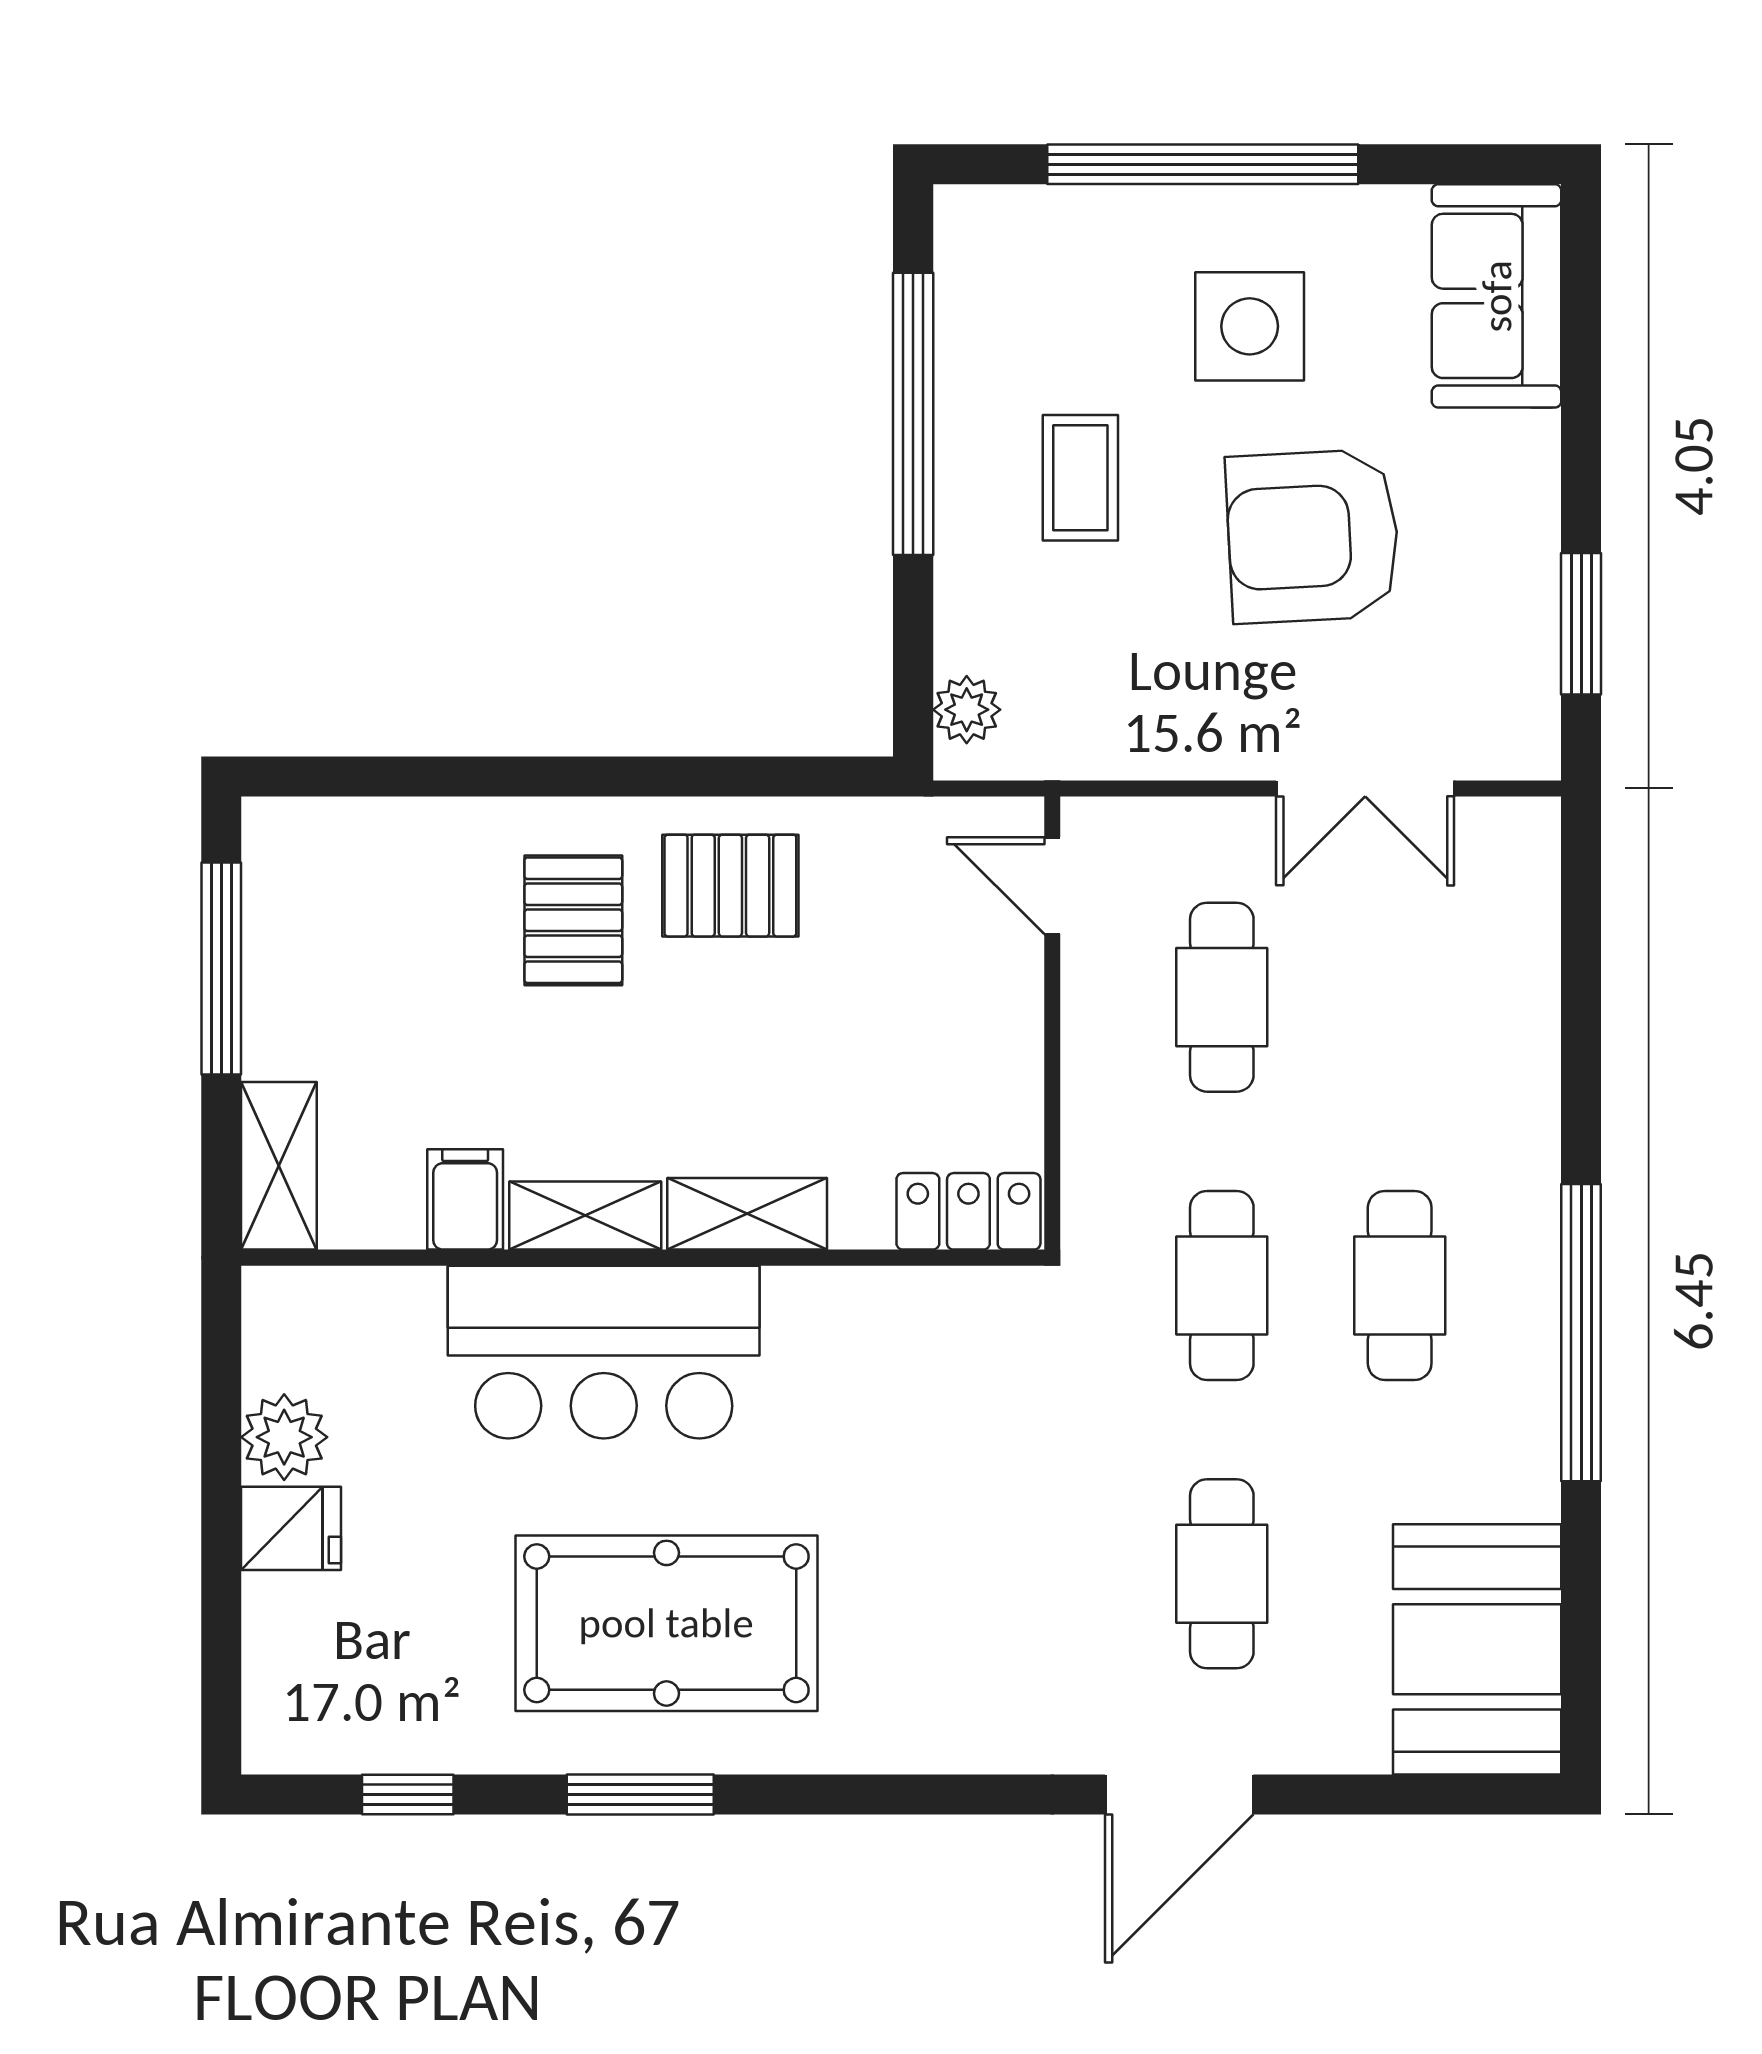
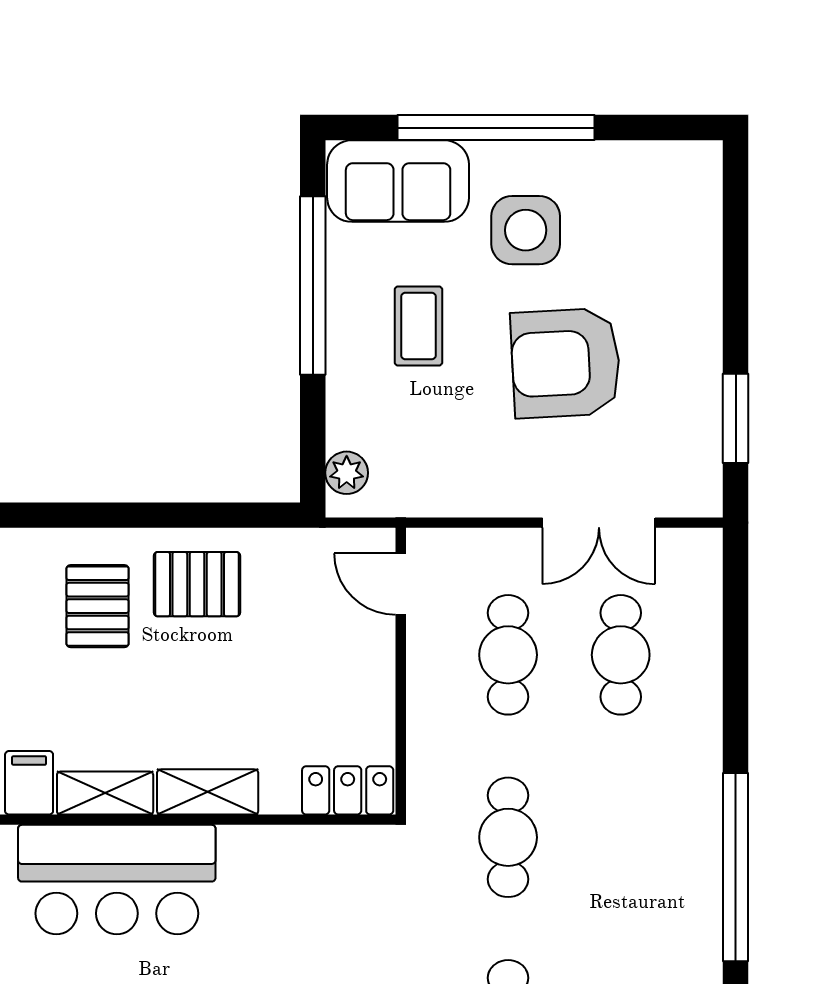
sofa: (1497, 296) -> (398, 181), moved, turned -90
cafe table: (1400, 1285) -> (621, 655), moved

